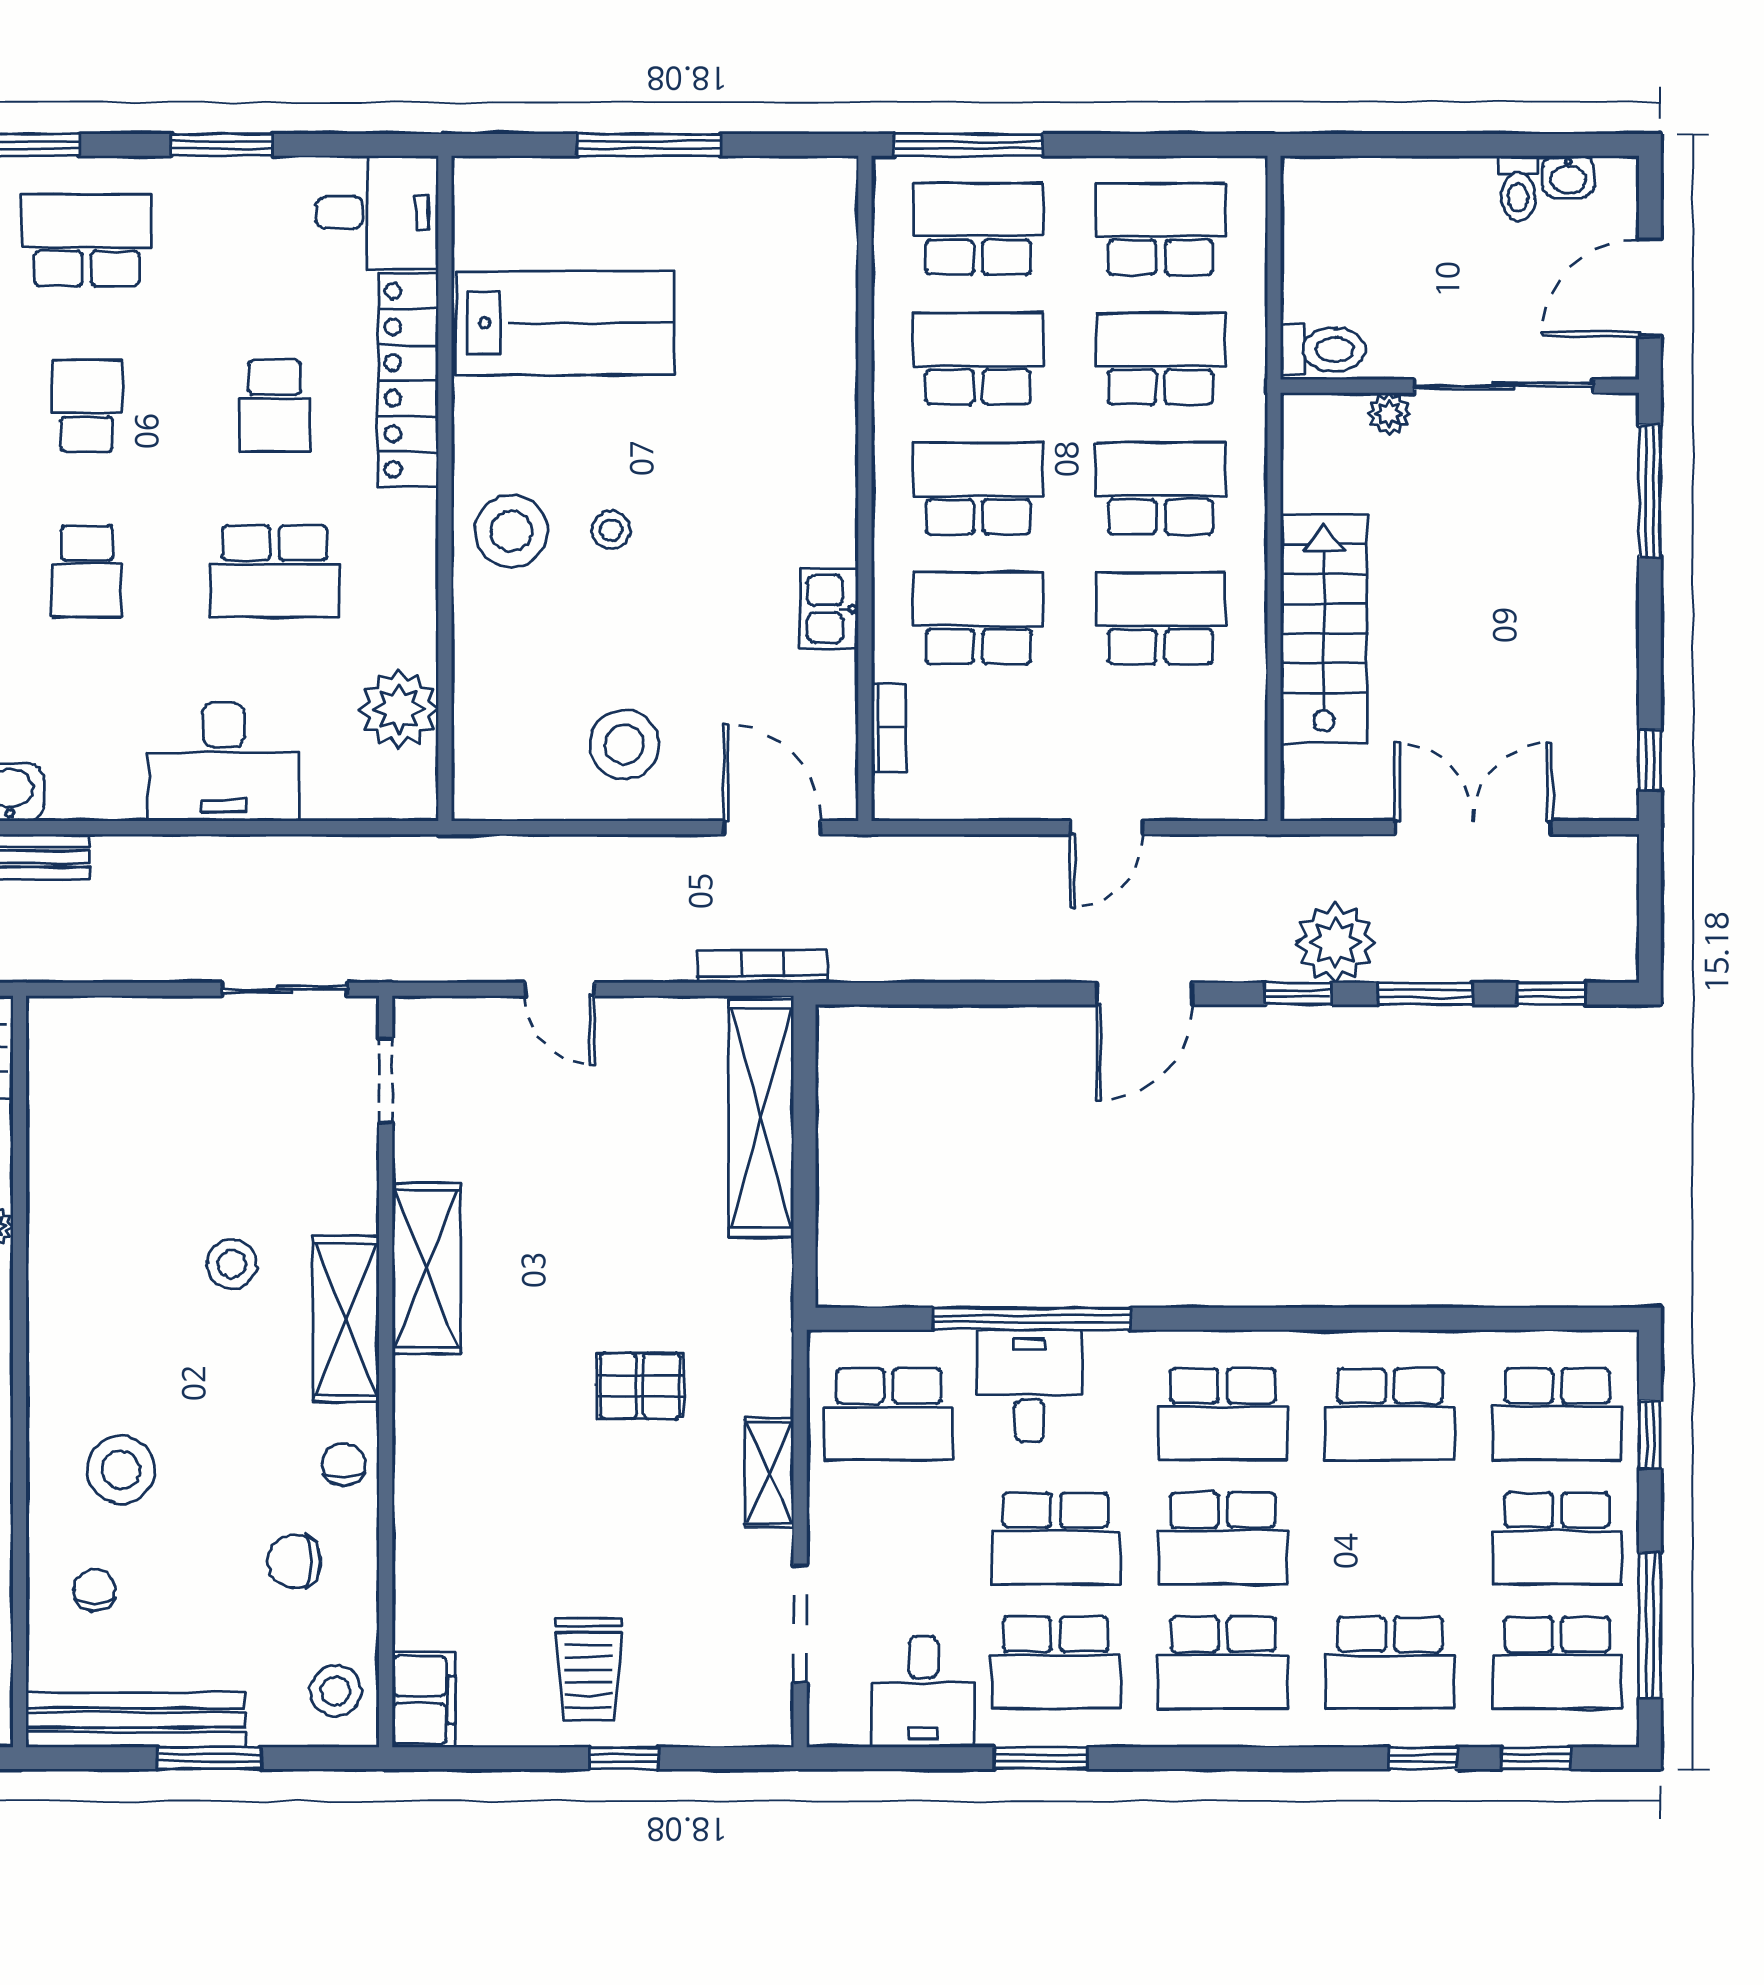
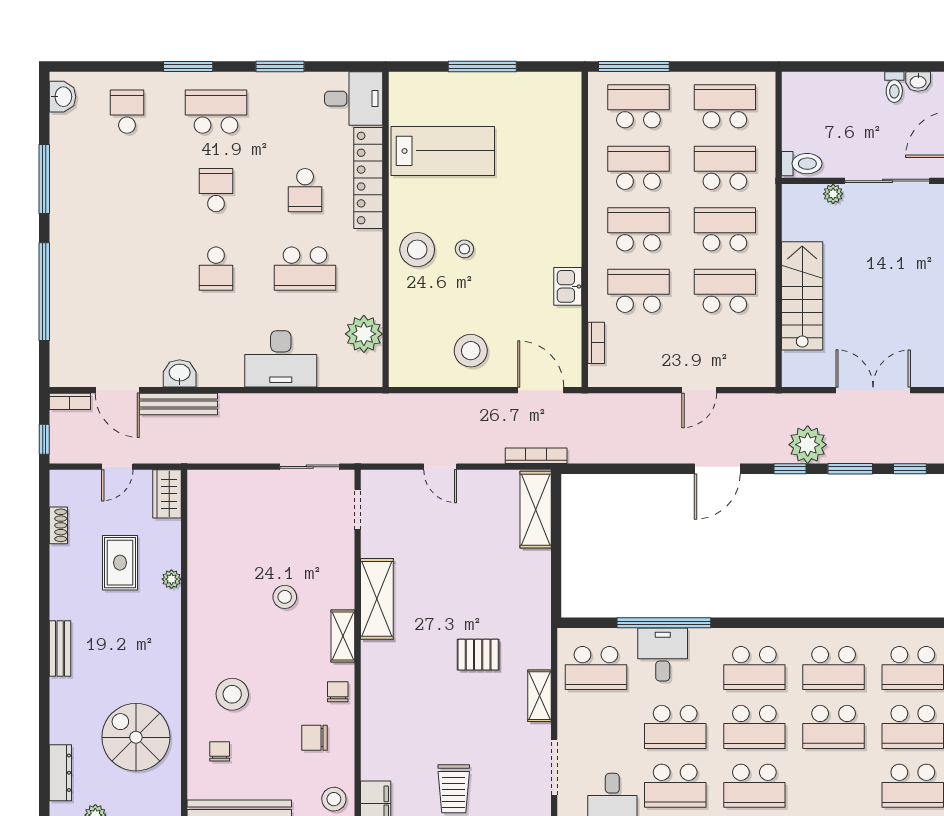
shelving: (761, 1118) -> (536, 510), width x0.68
shelving: (346, 1319) -> (343, 636), width x0.67, depth x0.75
school desk: (1390, 1663) -> (834, 727), moved

